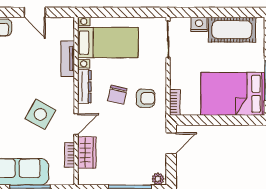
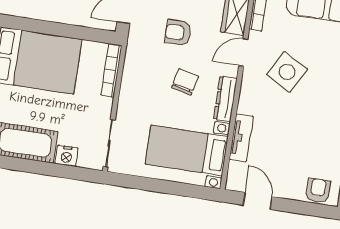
door: (35, 12) -> (258, 201), moved
armchair: (146, 98) -> (178, 33), moved
bookcase: (175, 102) -> (111, 70), width x1.56

